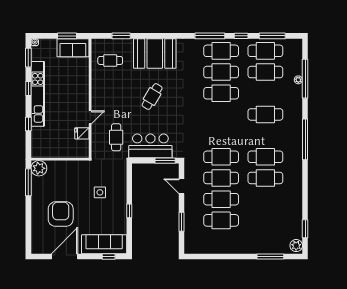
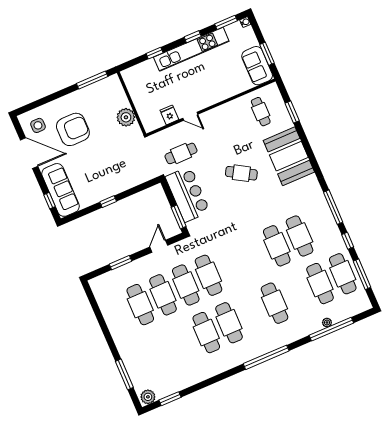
cafe table: (221, 51) -> (322, 226), removed
plant: (39, 168) -> (126, 117), moved
side table: (100, 192) -> (38, 125), moved

